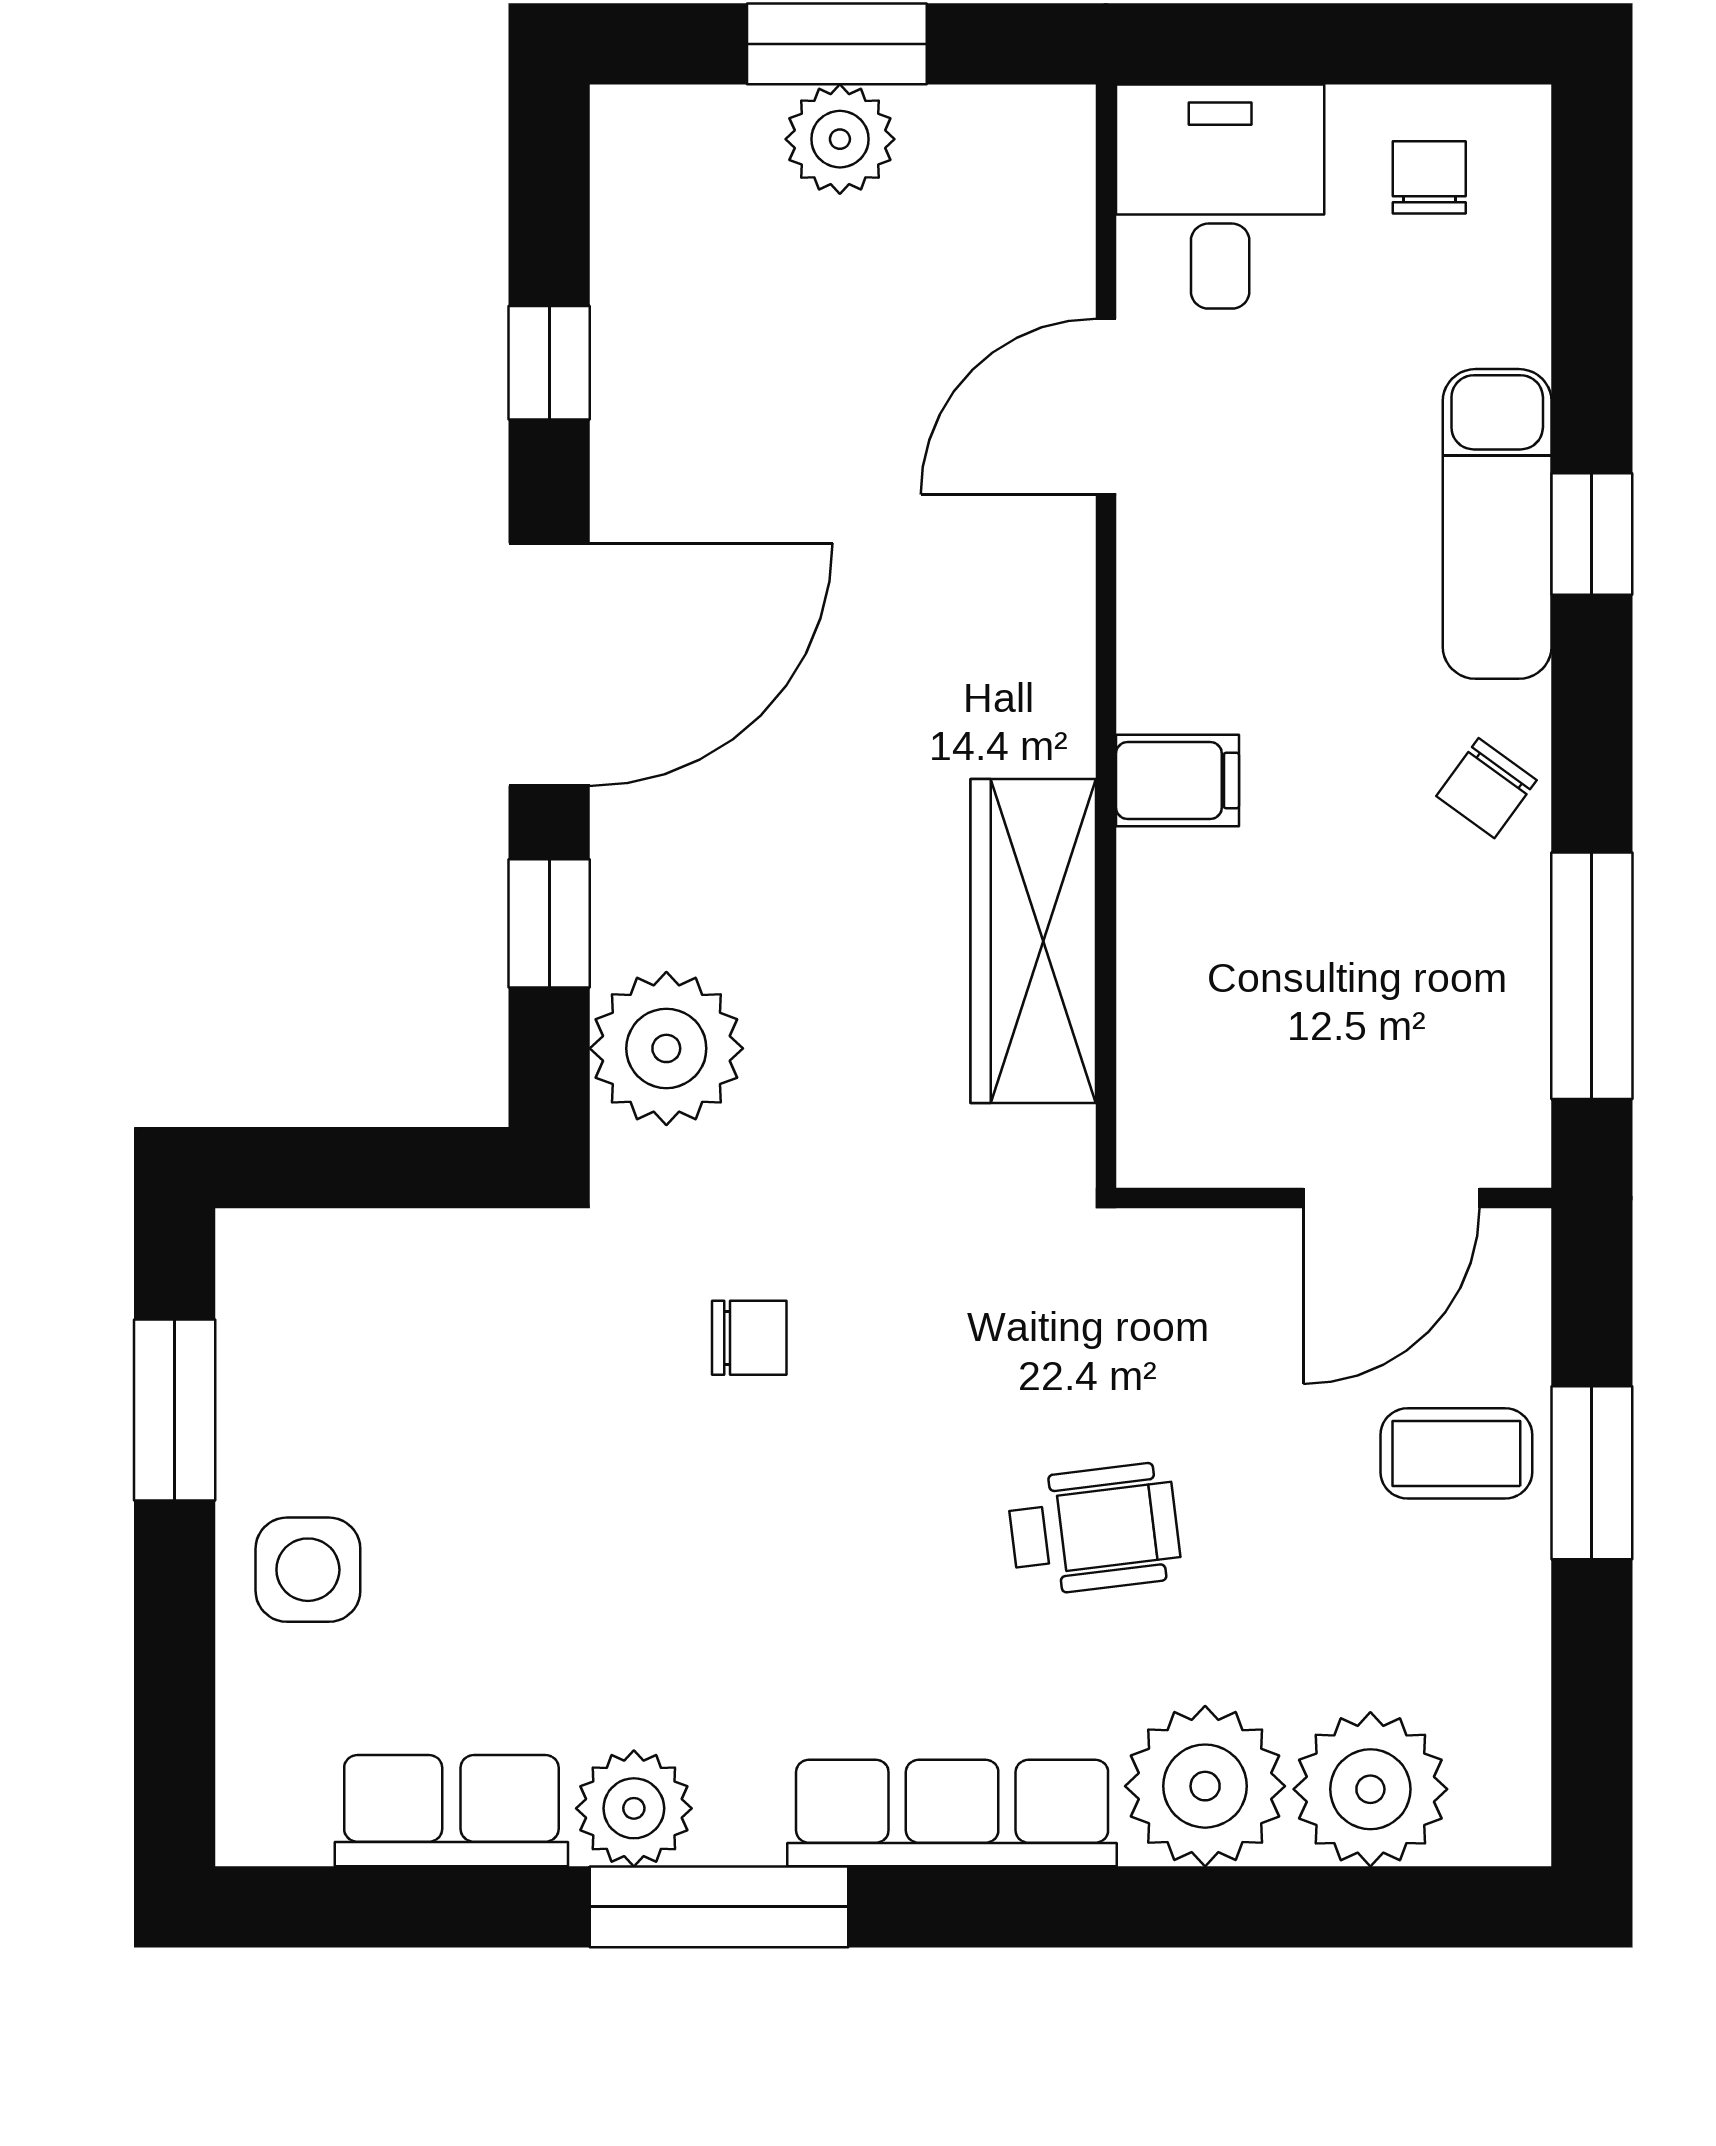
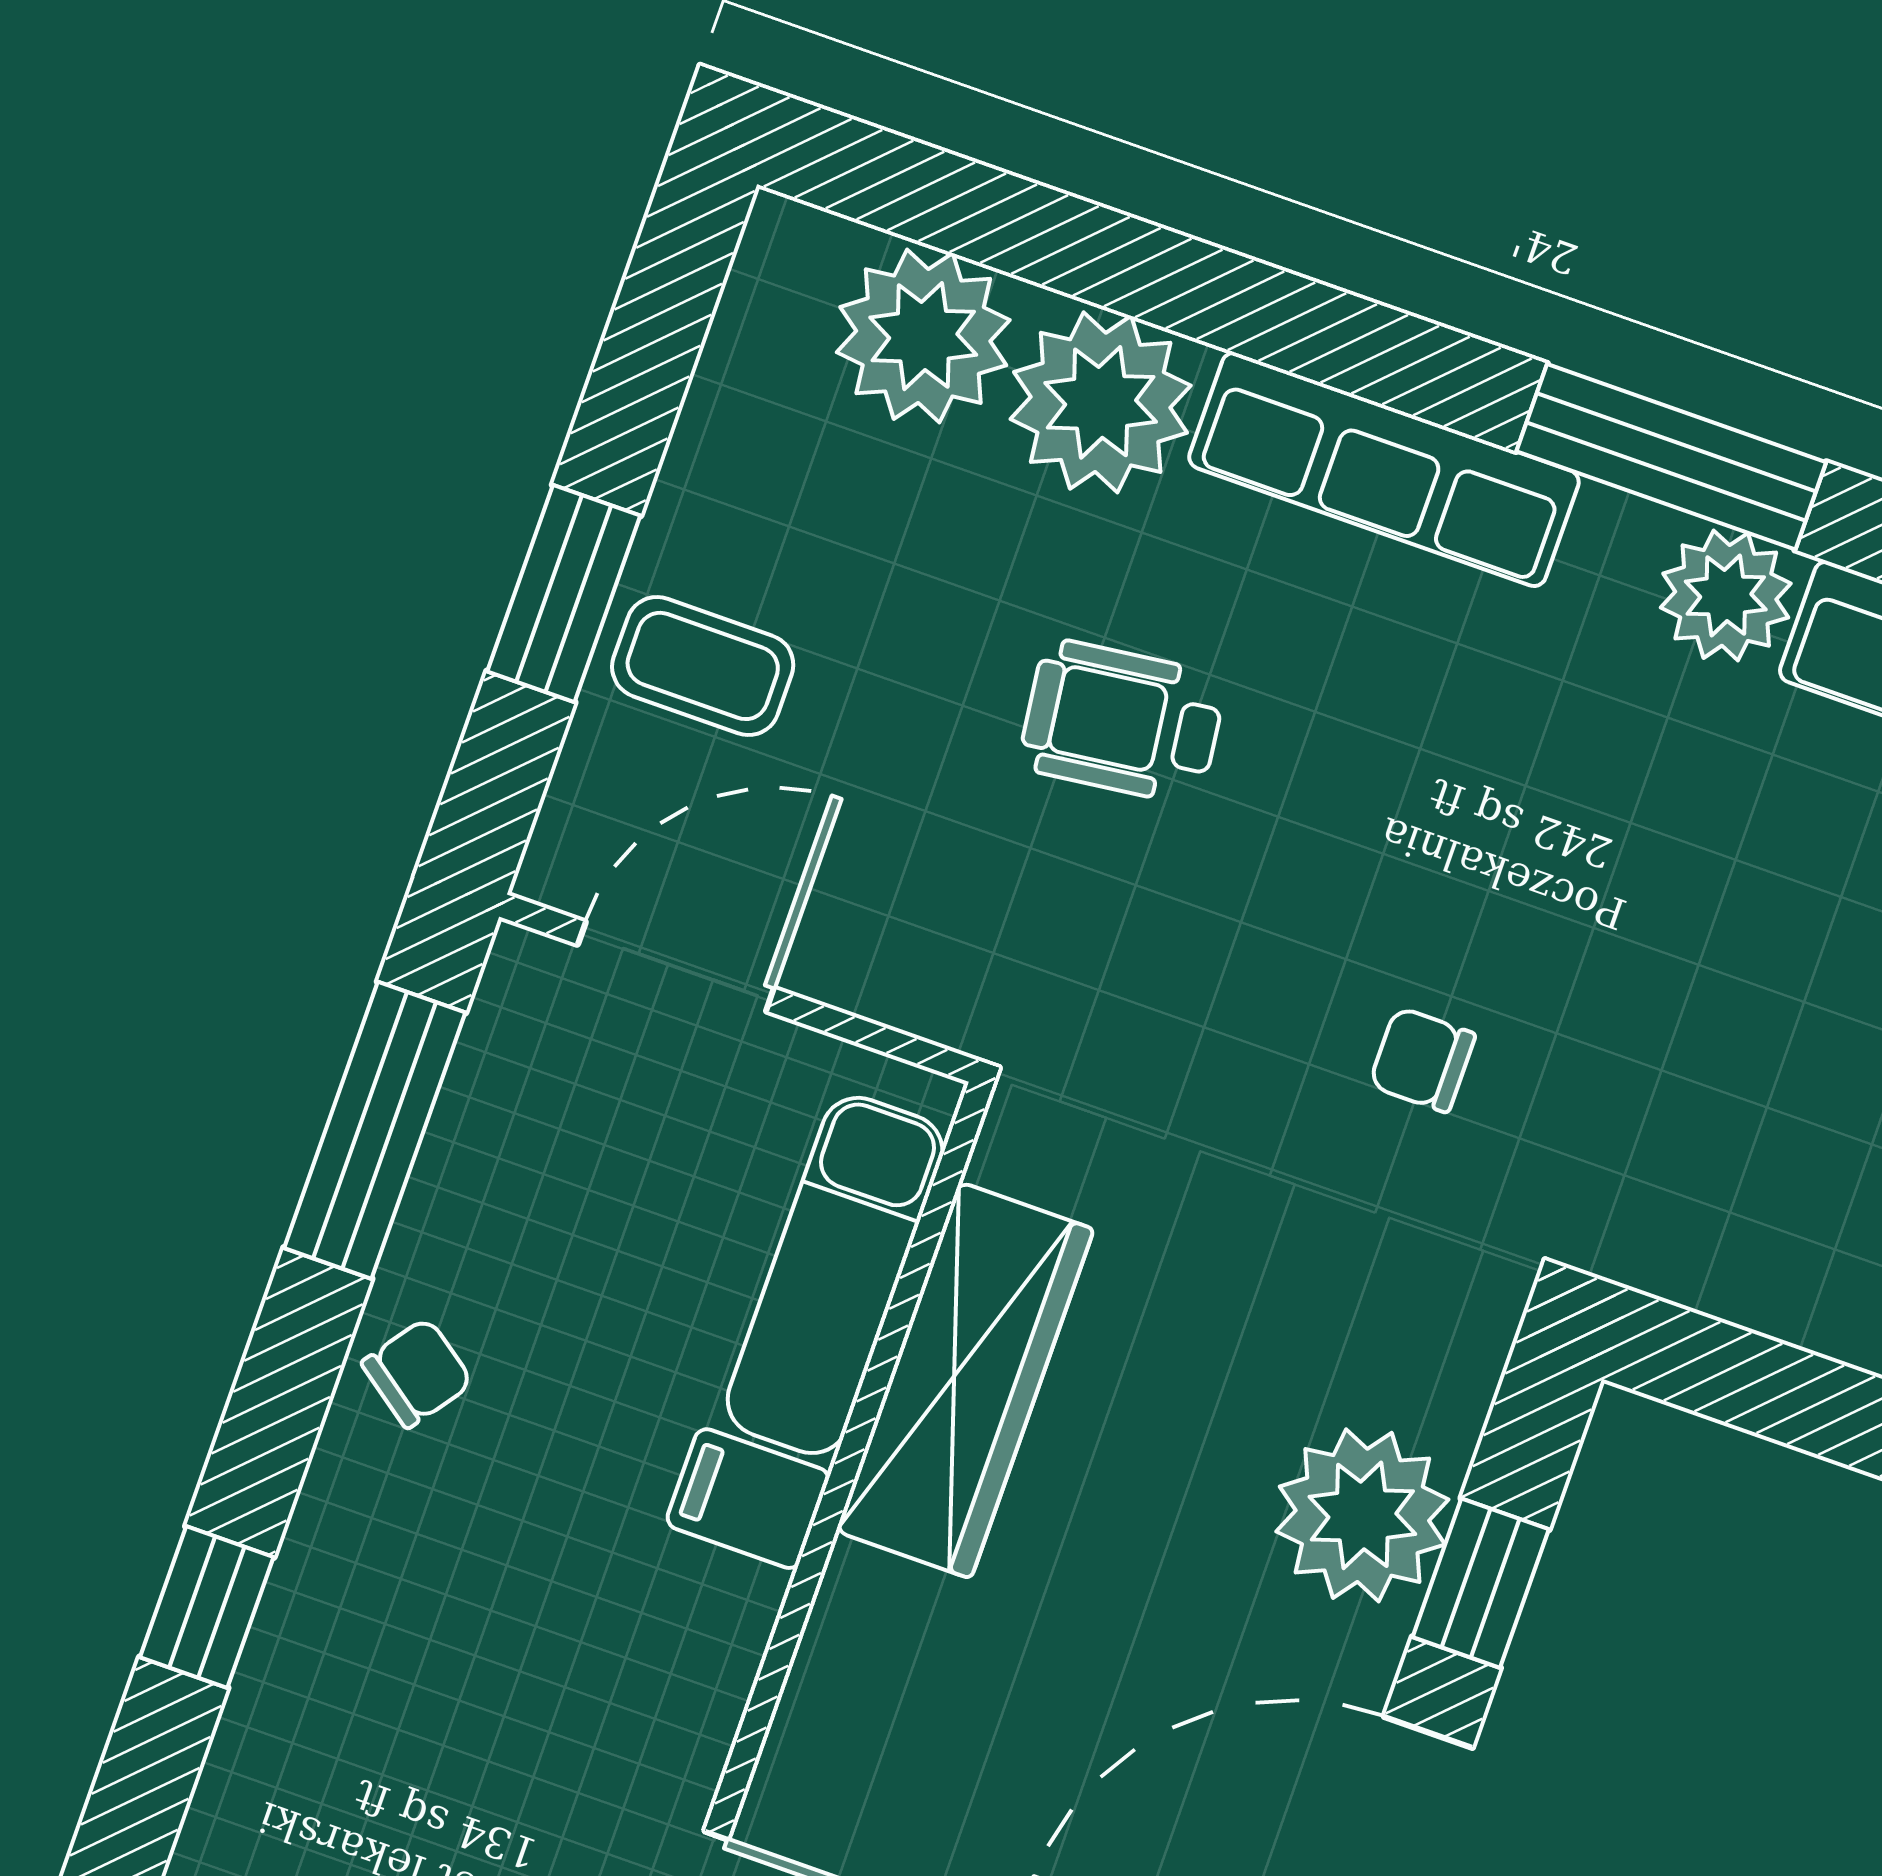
exam couch: (1497, 524) -> (835, 1275), moved, turned 180
plant: (666, 1048) -> (1362, 1515), moved

